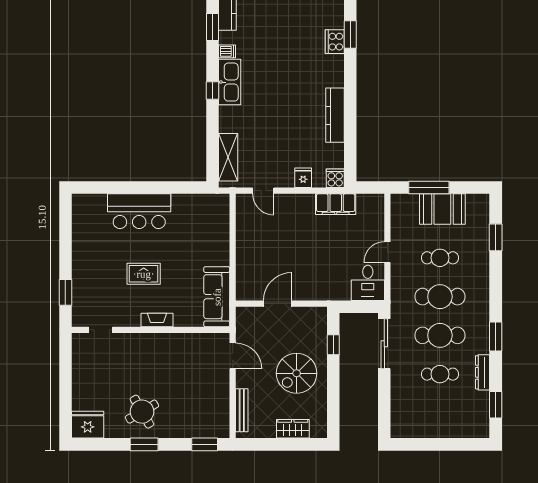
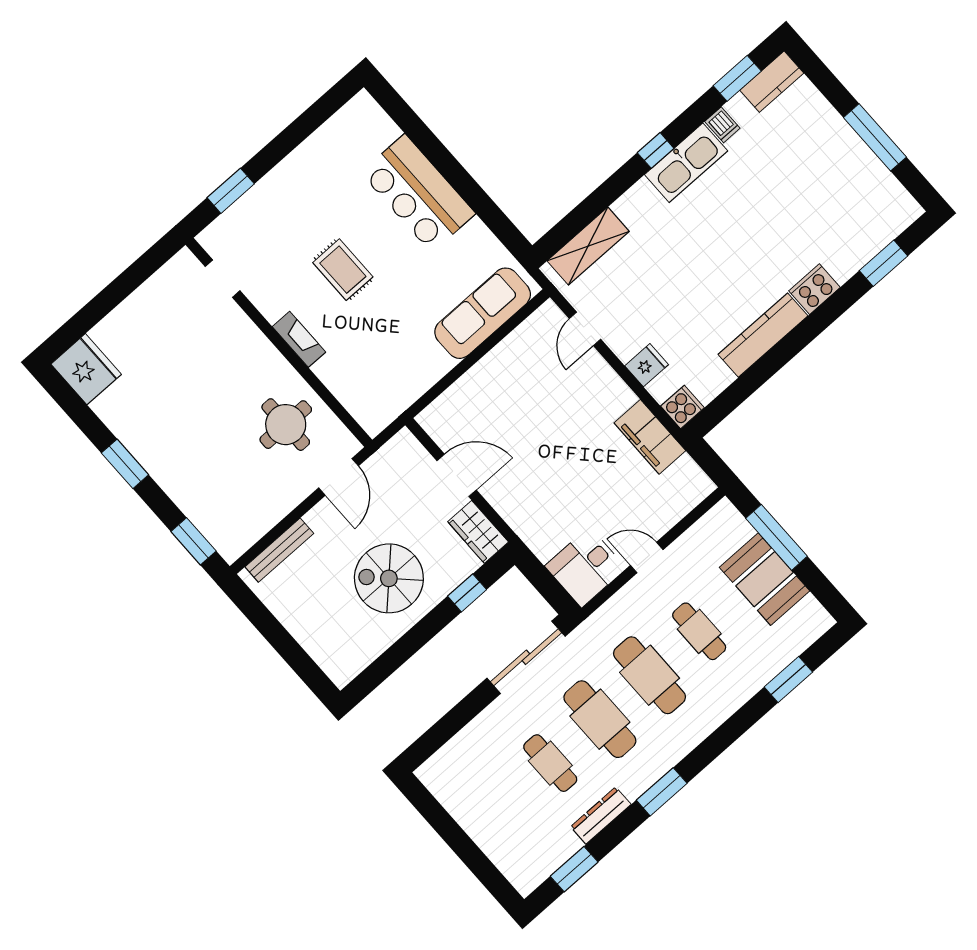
cooker: (335, 42) -> (814, 289), moved
sofa: (217, 297) -> (483, 313), moved
round table: (142, 412) -> (286, 425), moved, turned 30
wardrobe: (293, 429) -> (478, 532), moved, turned 180

